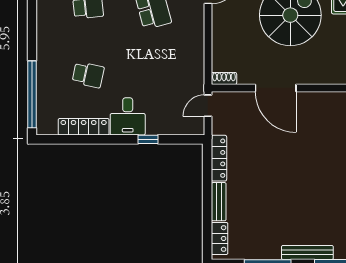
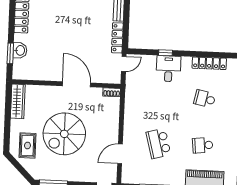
door: (208, 106) -> (124, 64), moved
desk: (128, 116) -> (168, 69), moved

